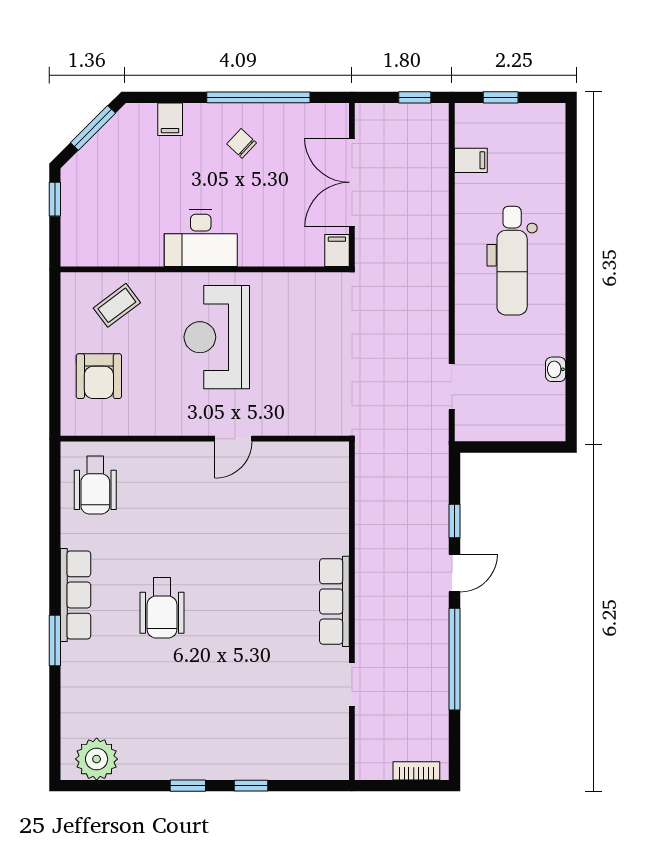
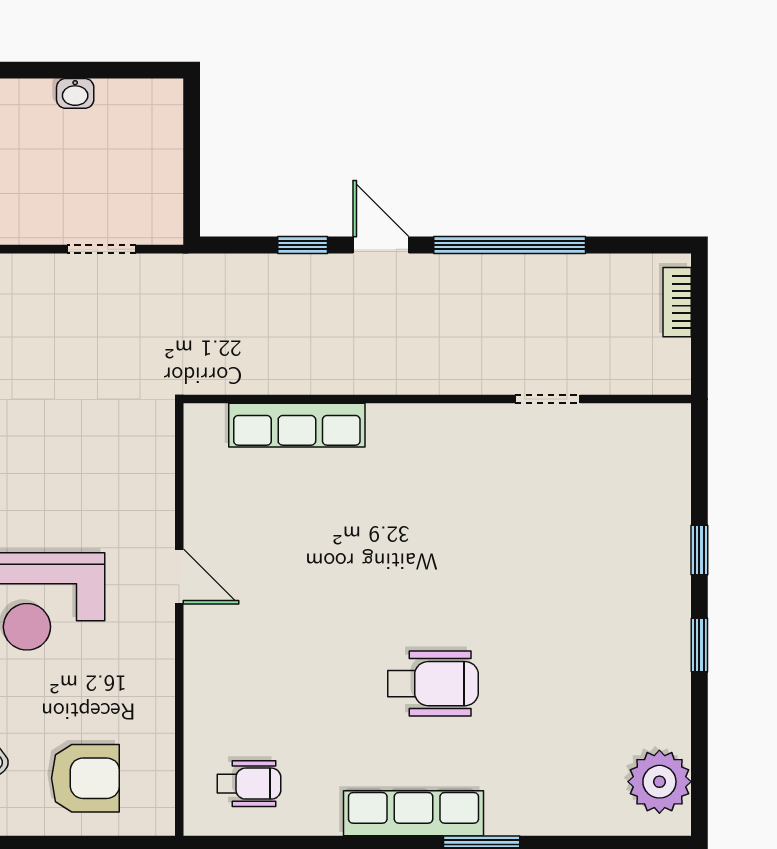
wheelchair: (95, 485) -> (249, 784), width x0.73, depth x0.73
row of seats: (334, 601) -> (297, 425), moved

